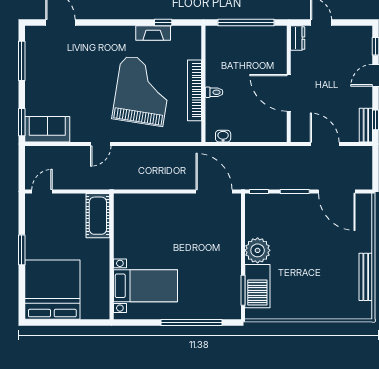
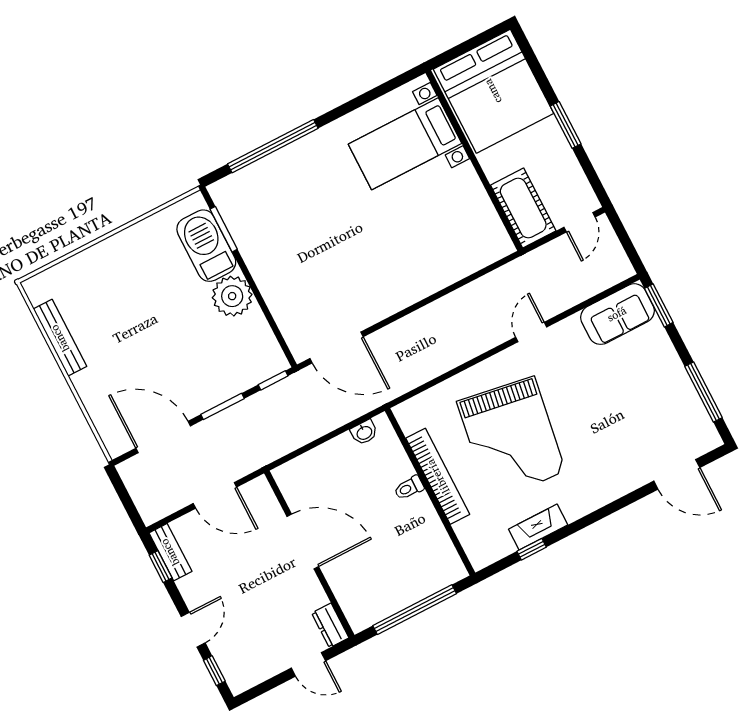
cot: (98, 216) -> (523, 208), moved
wall: (112, 256) -> (474, 161), moved
bed with nightstands: (145, 286) -> (405, 144), moved

